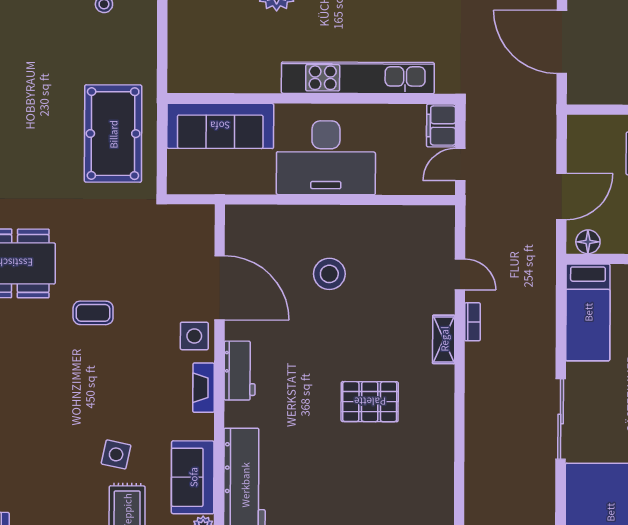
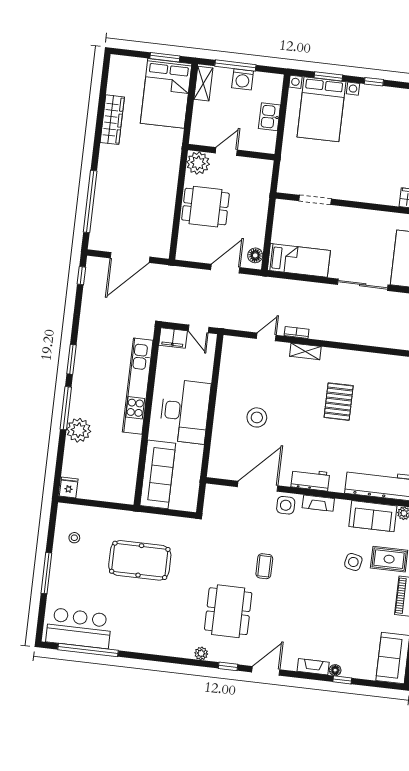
pool table: (113, 134) -> (140, 560), moved
door: (561, 196) -> (225, 269), hinge flipped

